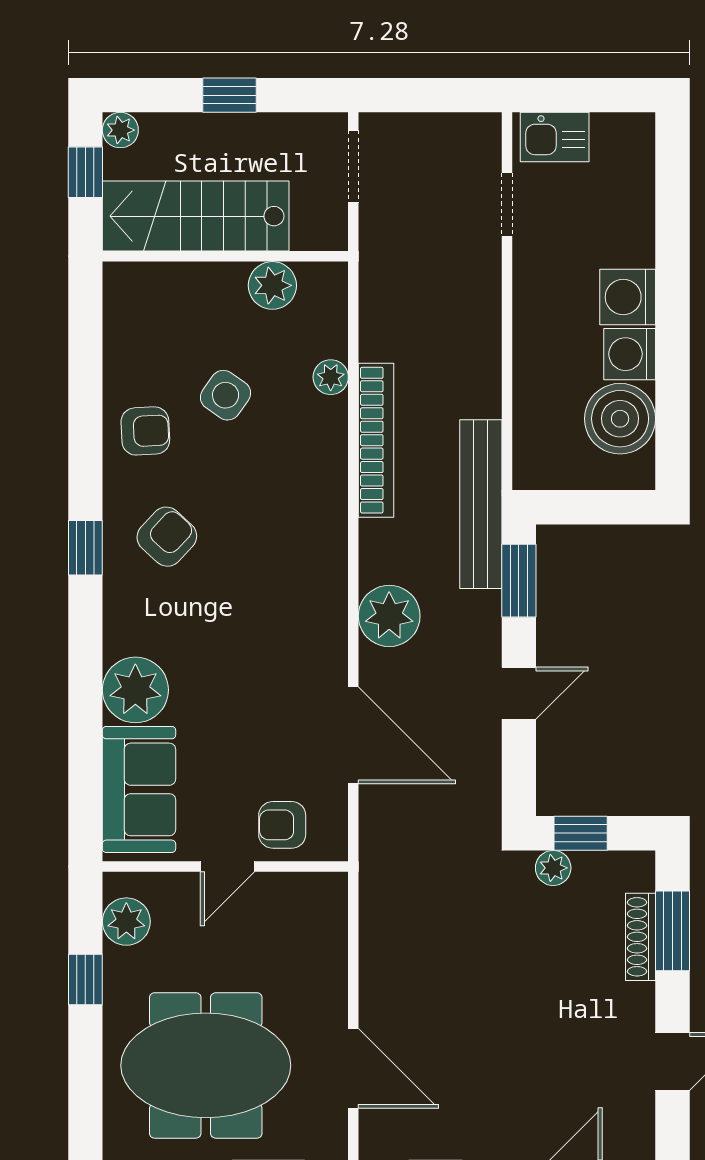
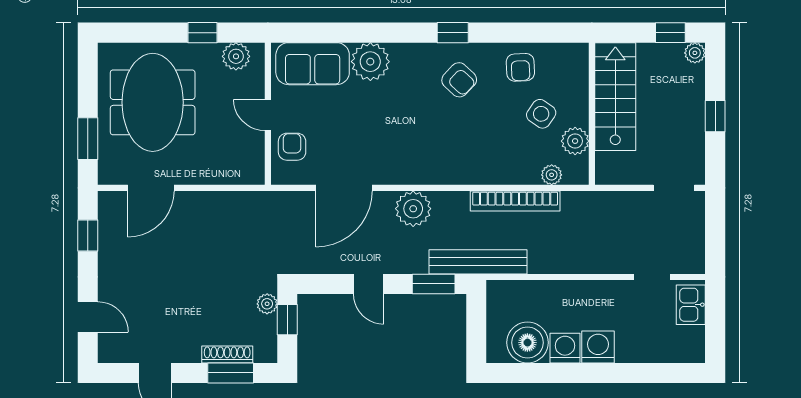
stairs: (196, 216) -> (615, 97), moved
wall: (225, 256) -> (592, 114), moved
plant: (272, 285) -> (575, 141), moved

